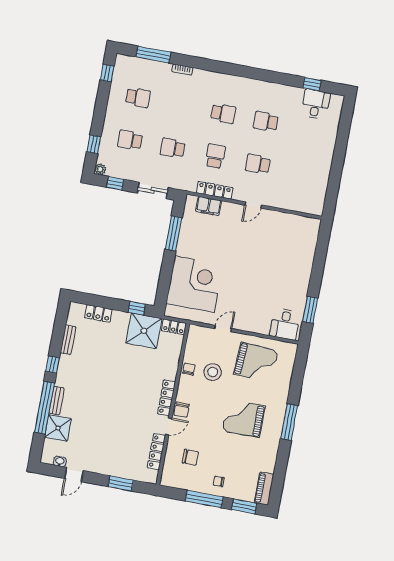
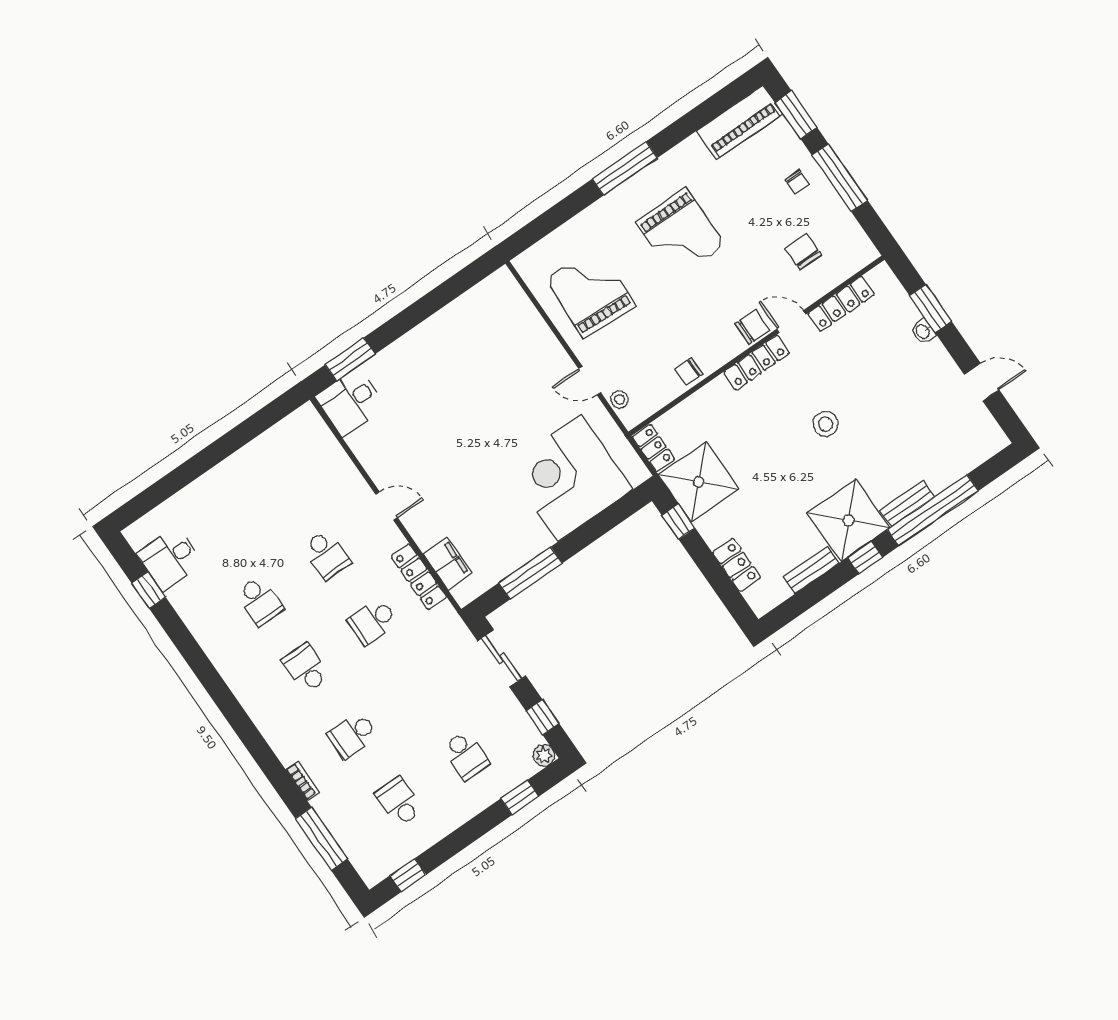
school desk: (173, 148) -> (352, 735), moved, turned 90
window: (310, 310) -> (350, 359), moved
desk: (285, 324) -> (350, 402), moved, turned 180
stool: (213, 372) -> (620, 400), moved, width x0.53, depth x0.53
stool: (117, 400) -> (825, 424), added
shower: (58, 428) -> (849, 520), moved, width x1.37, depth x1.37
washbasin: (60, 462) -> (923, 331), moved
piano: (264, 489) -> (740, 122), width x1.37, depth x1.33

